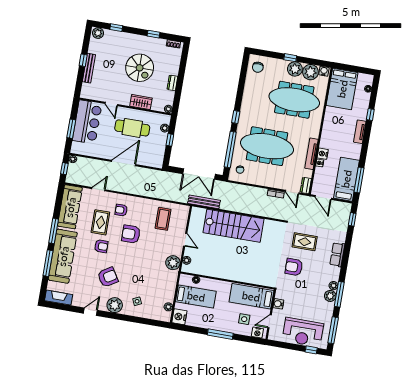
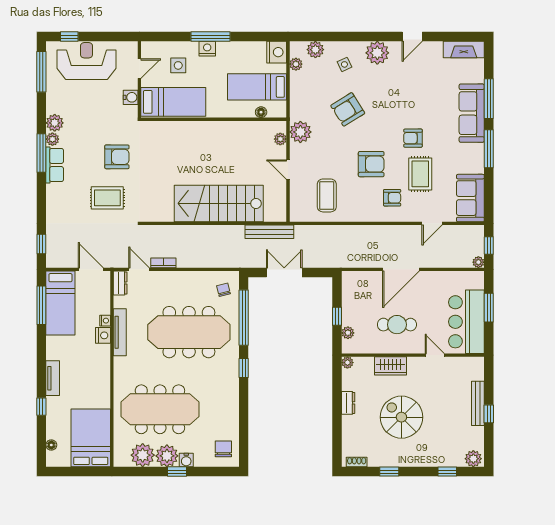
water cooler: (324, 71) -> (186, 460), moved
cafe table: (132, 128) -> (397, 325), width x0.73, depth x0.74
double door: (199, 174) -> (284, 272), width x0.73
sofa: (70, 207) -> (470, 198), width x0.73
row of seats: (337, 255) -> (55, 165), moved
sofa: (63, 256) -> (472, 113), width x0.74, depth x0.79
armchair: (108, 277) -> (348, 109), moved
window: (339, 294) -> (41, 153), moved
plant: (154, 314) -> (315, 50), added
nightstand: (257, 333) -> (207, 49), moved

